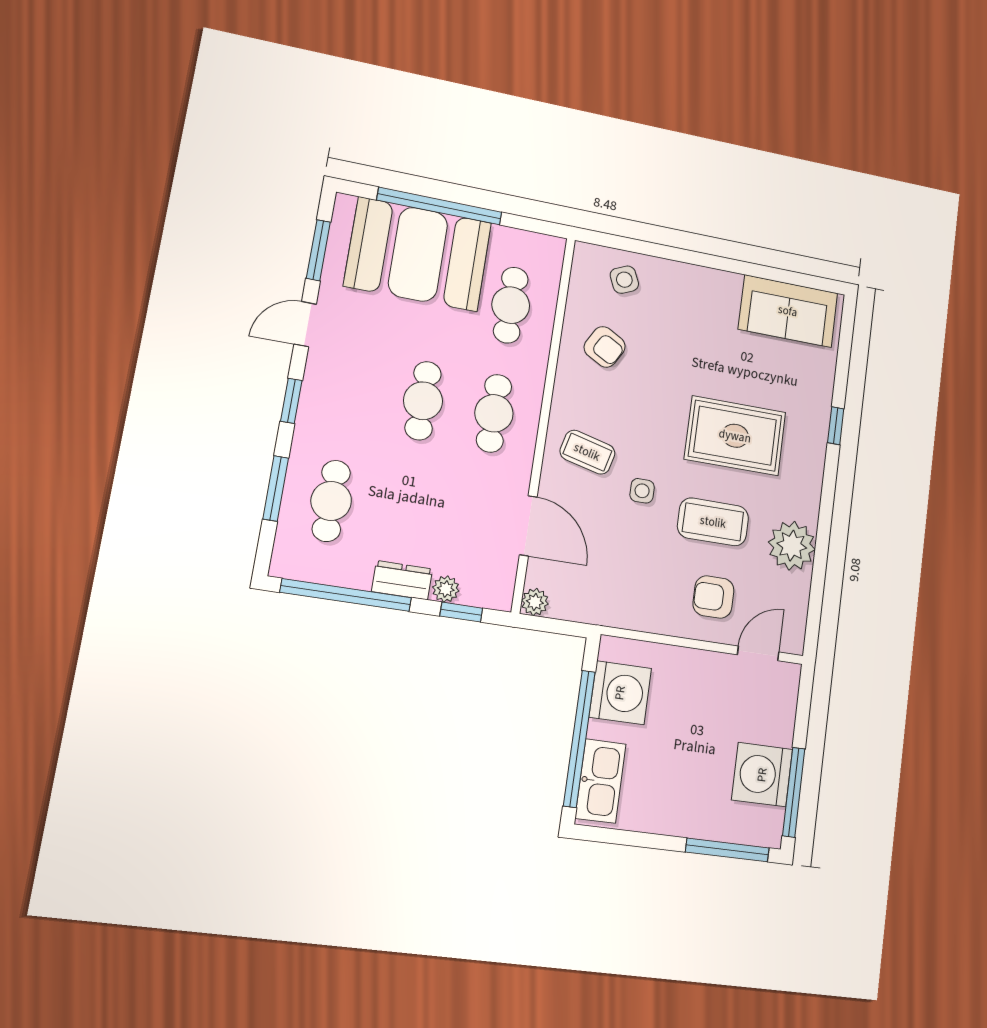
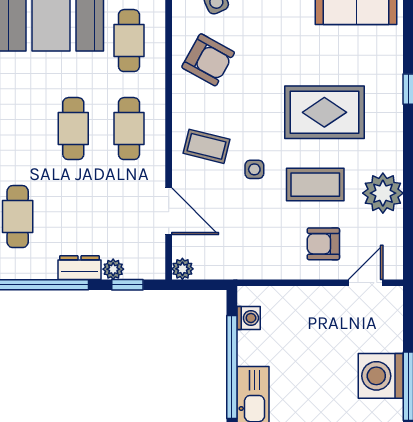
armchair: (605, 347) -> (208, 60), width x1.38, depth x1.38
washing machine: (620, 693) -> (249, 318), width x0.53, depth x0.53

